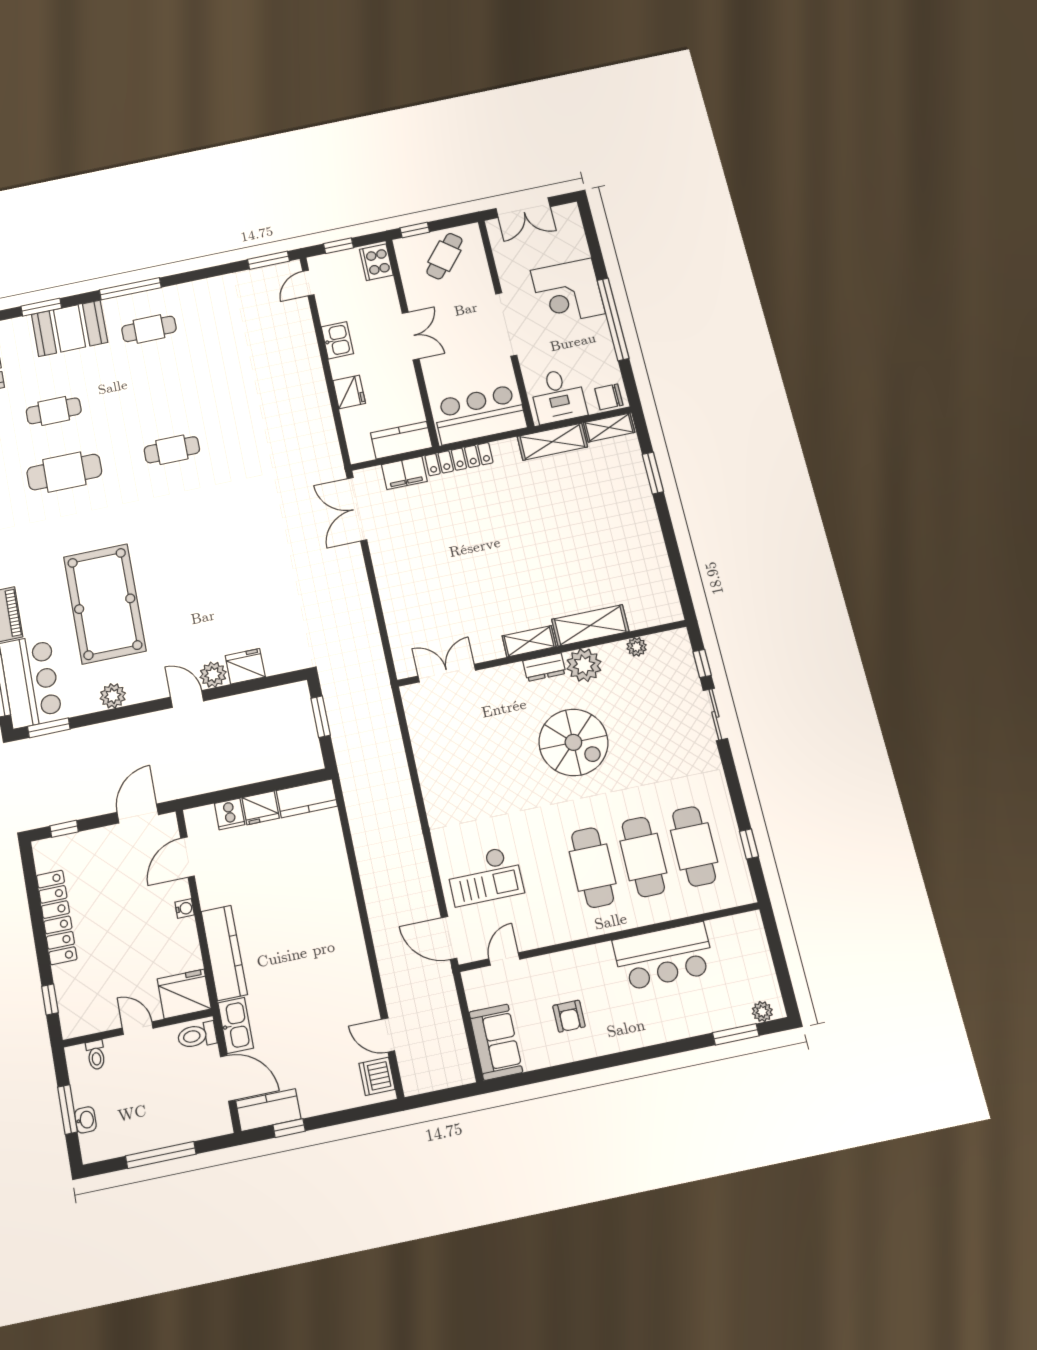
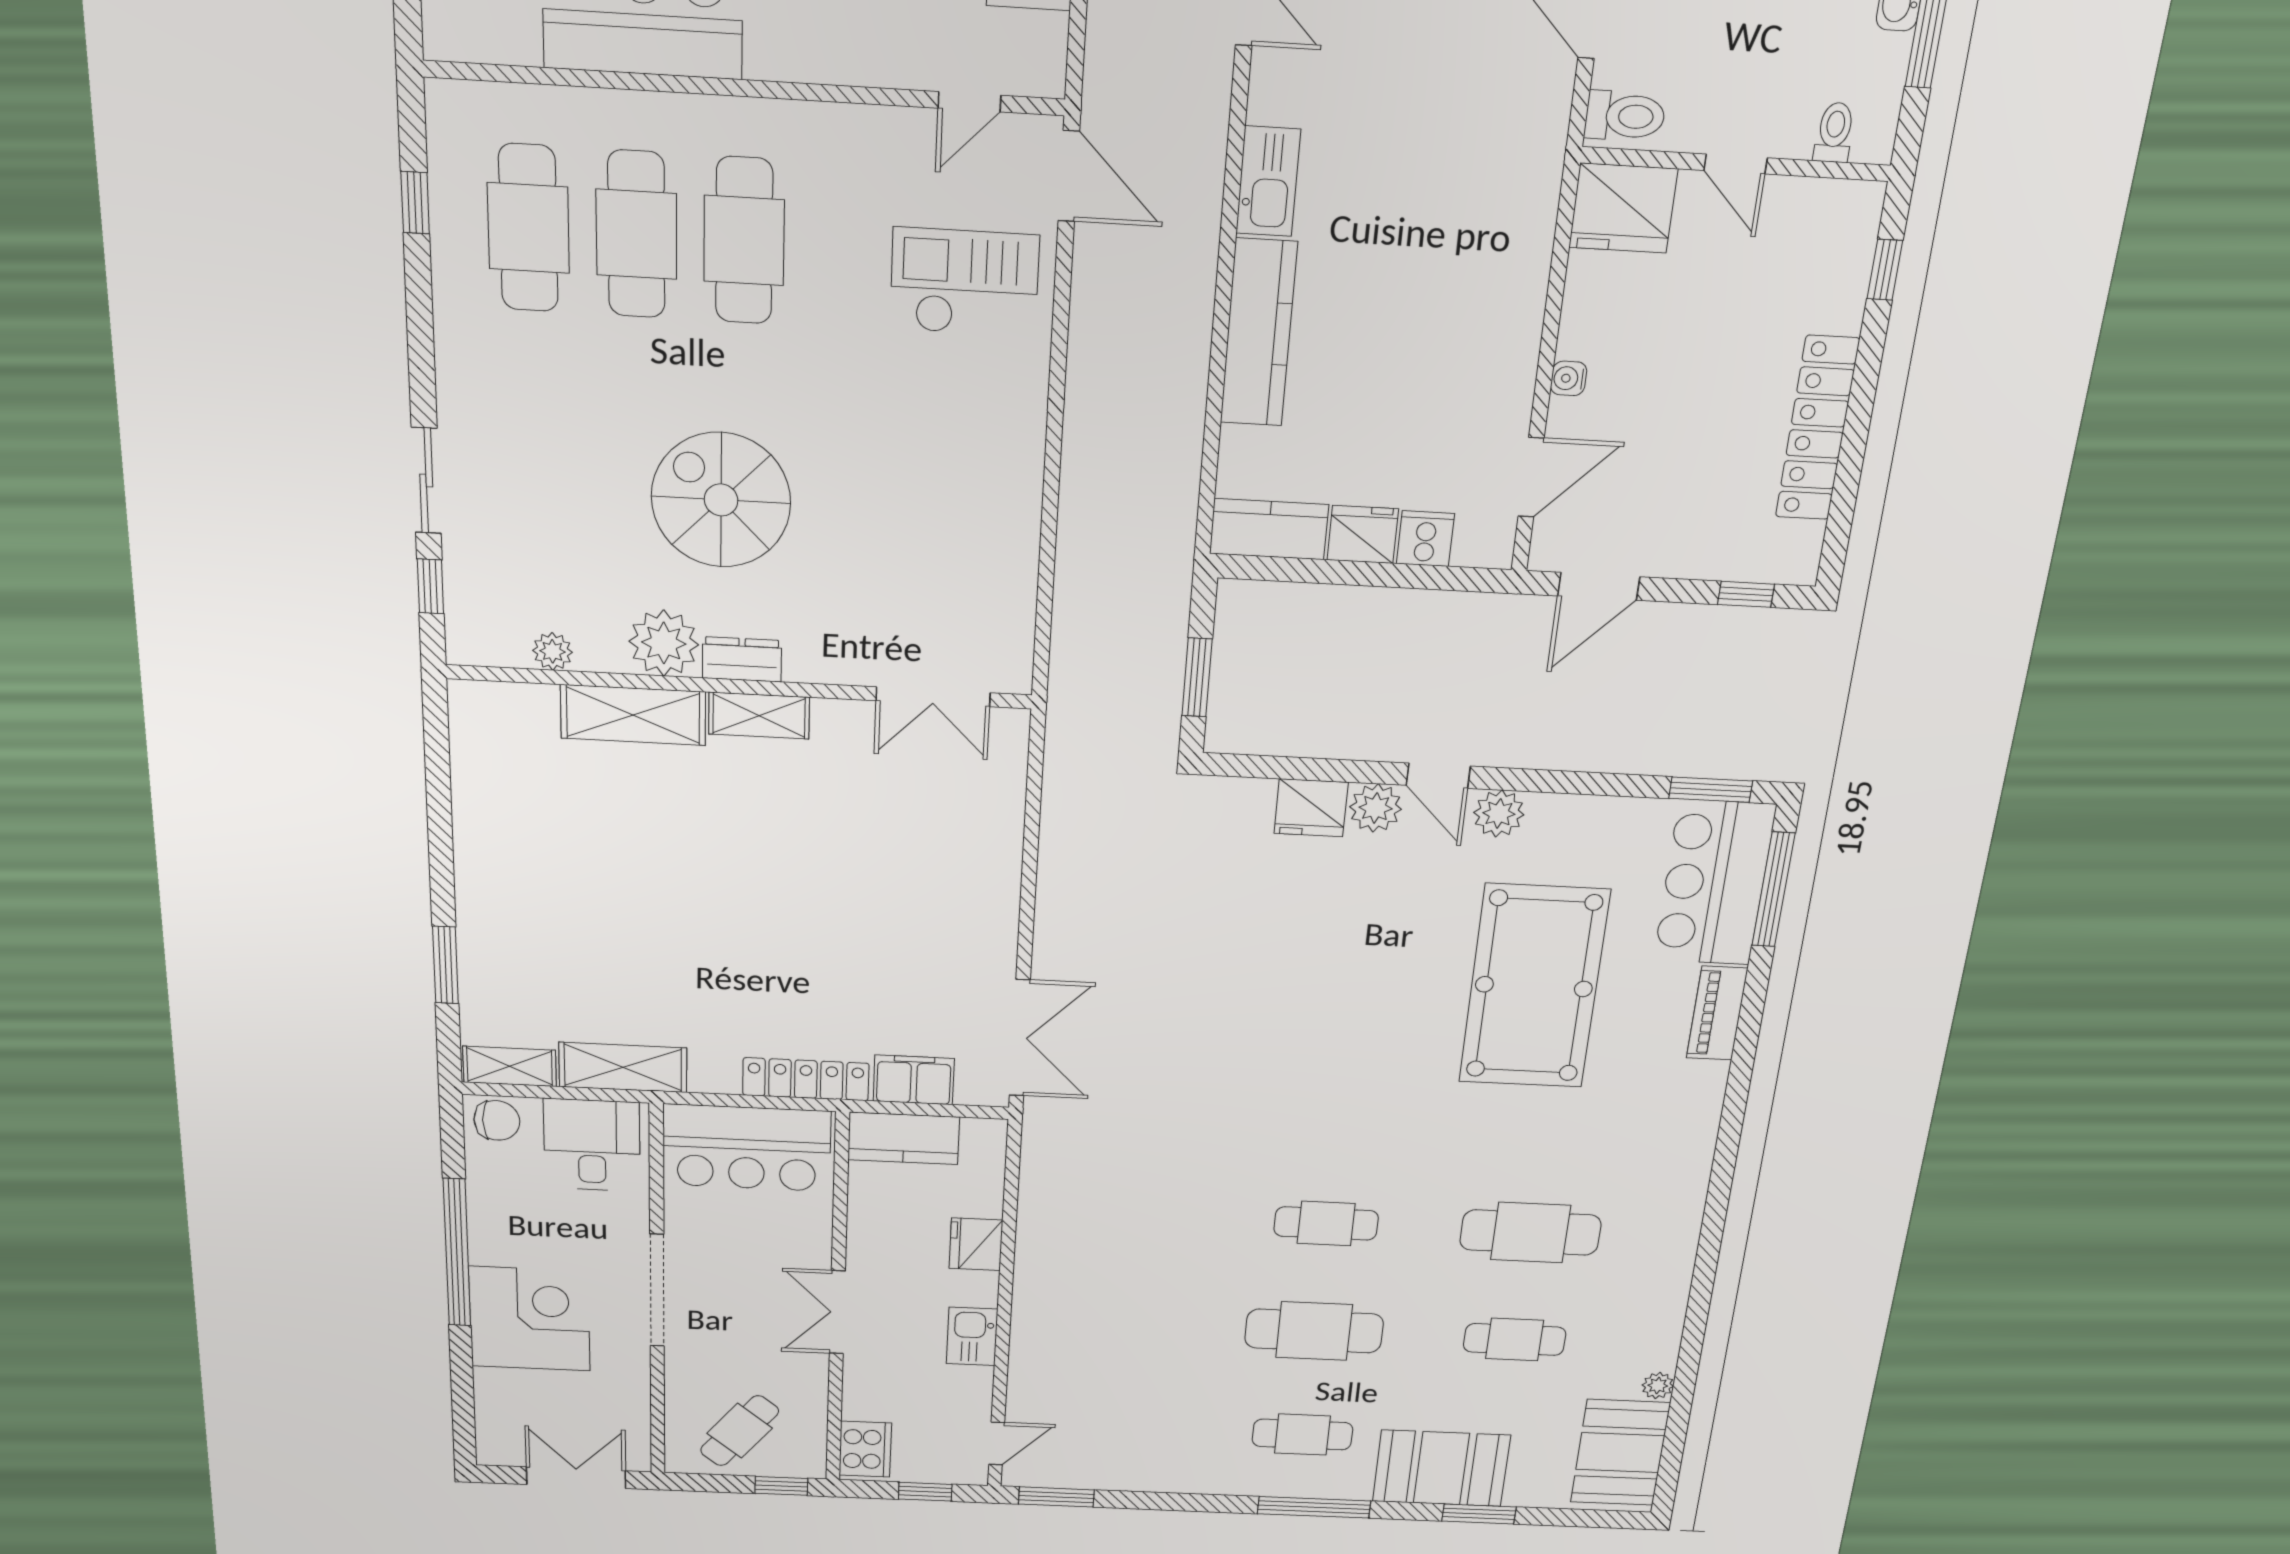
cafe table: (160, 389) -> (1314, 1331), added
plant: (113, 696) -> (1499, 814), moved
kitchen counter: (224, 953) -> (1259, 333), moved, turned 180
kitchen sink: (236, 1025) -> (1268, 181), moved, turned 180

